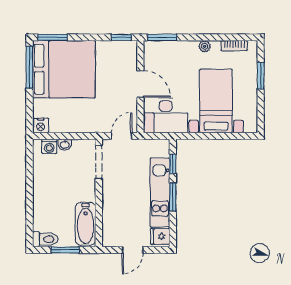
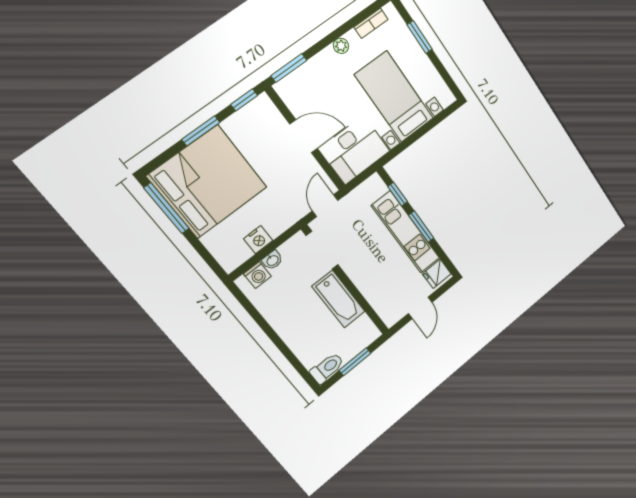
window: (52, 37) -> (201, 131), moved
nightstand: (41, 126) -> (258, 240), moved
bathtub: (86, 224) -> (339, 299), moved

